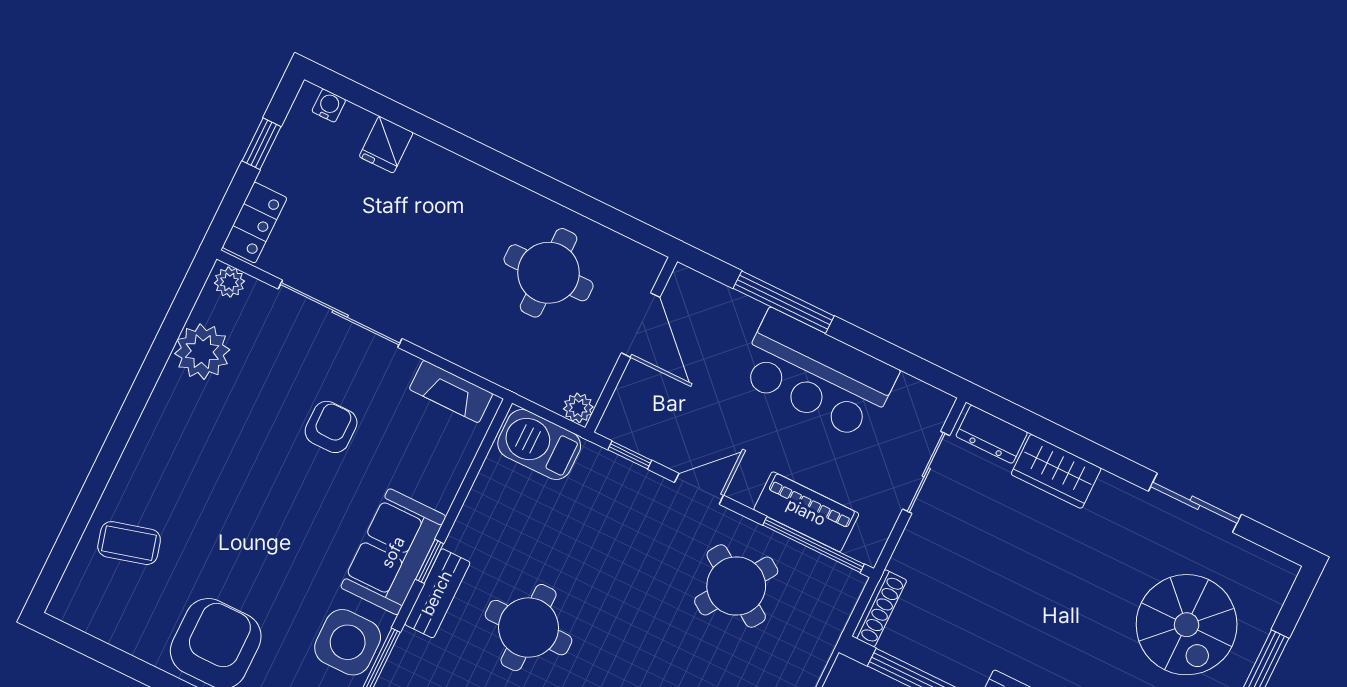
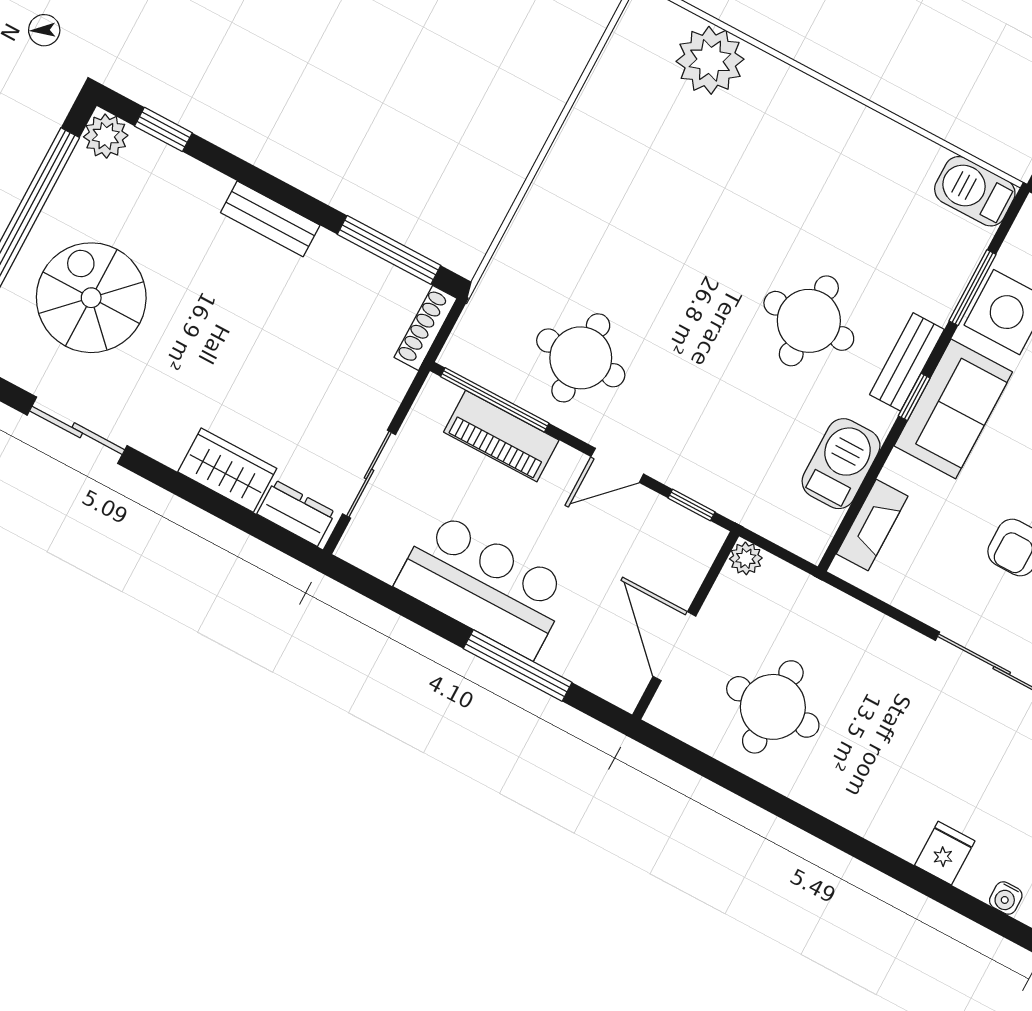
fireplace: (451, 391) -> (872, 525), moved, turned 90
barbecue: (539, 445) -> (841, 464), moved, turned -90
round table: (736, 586) -> (581, 358), turned -34

